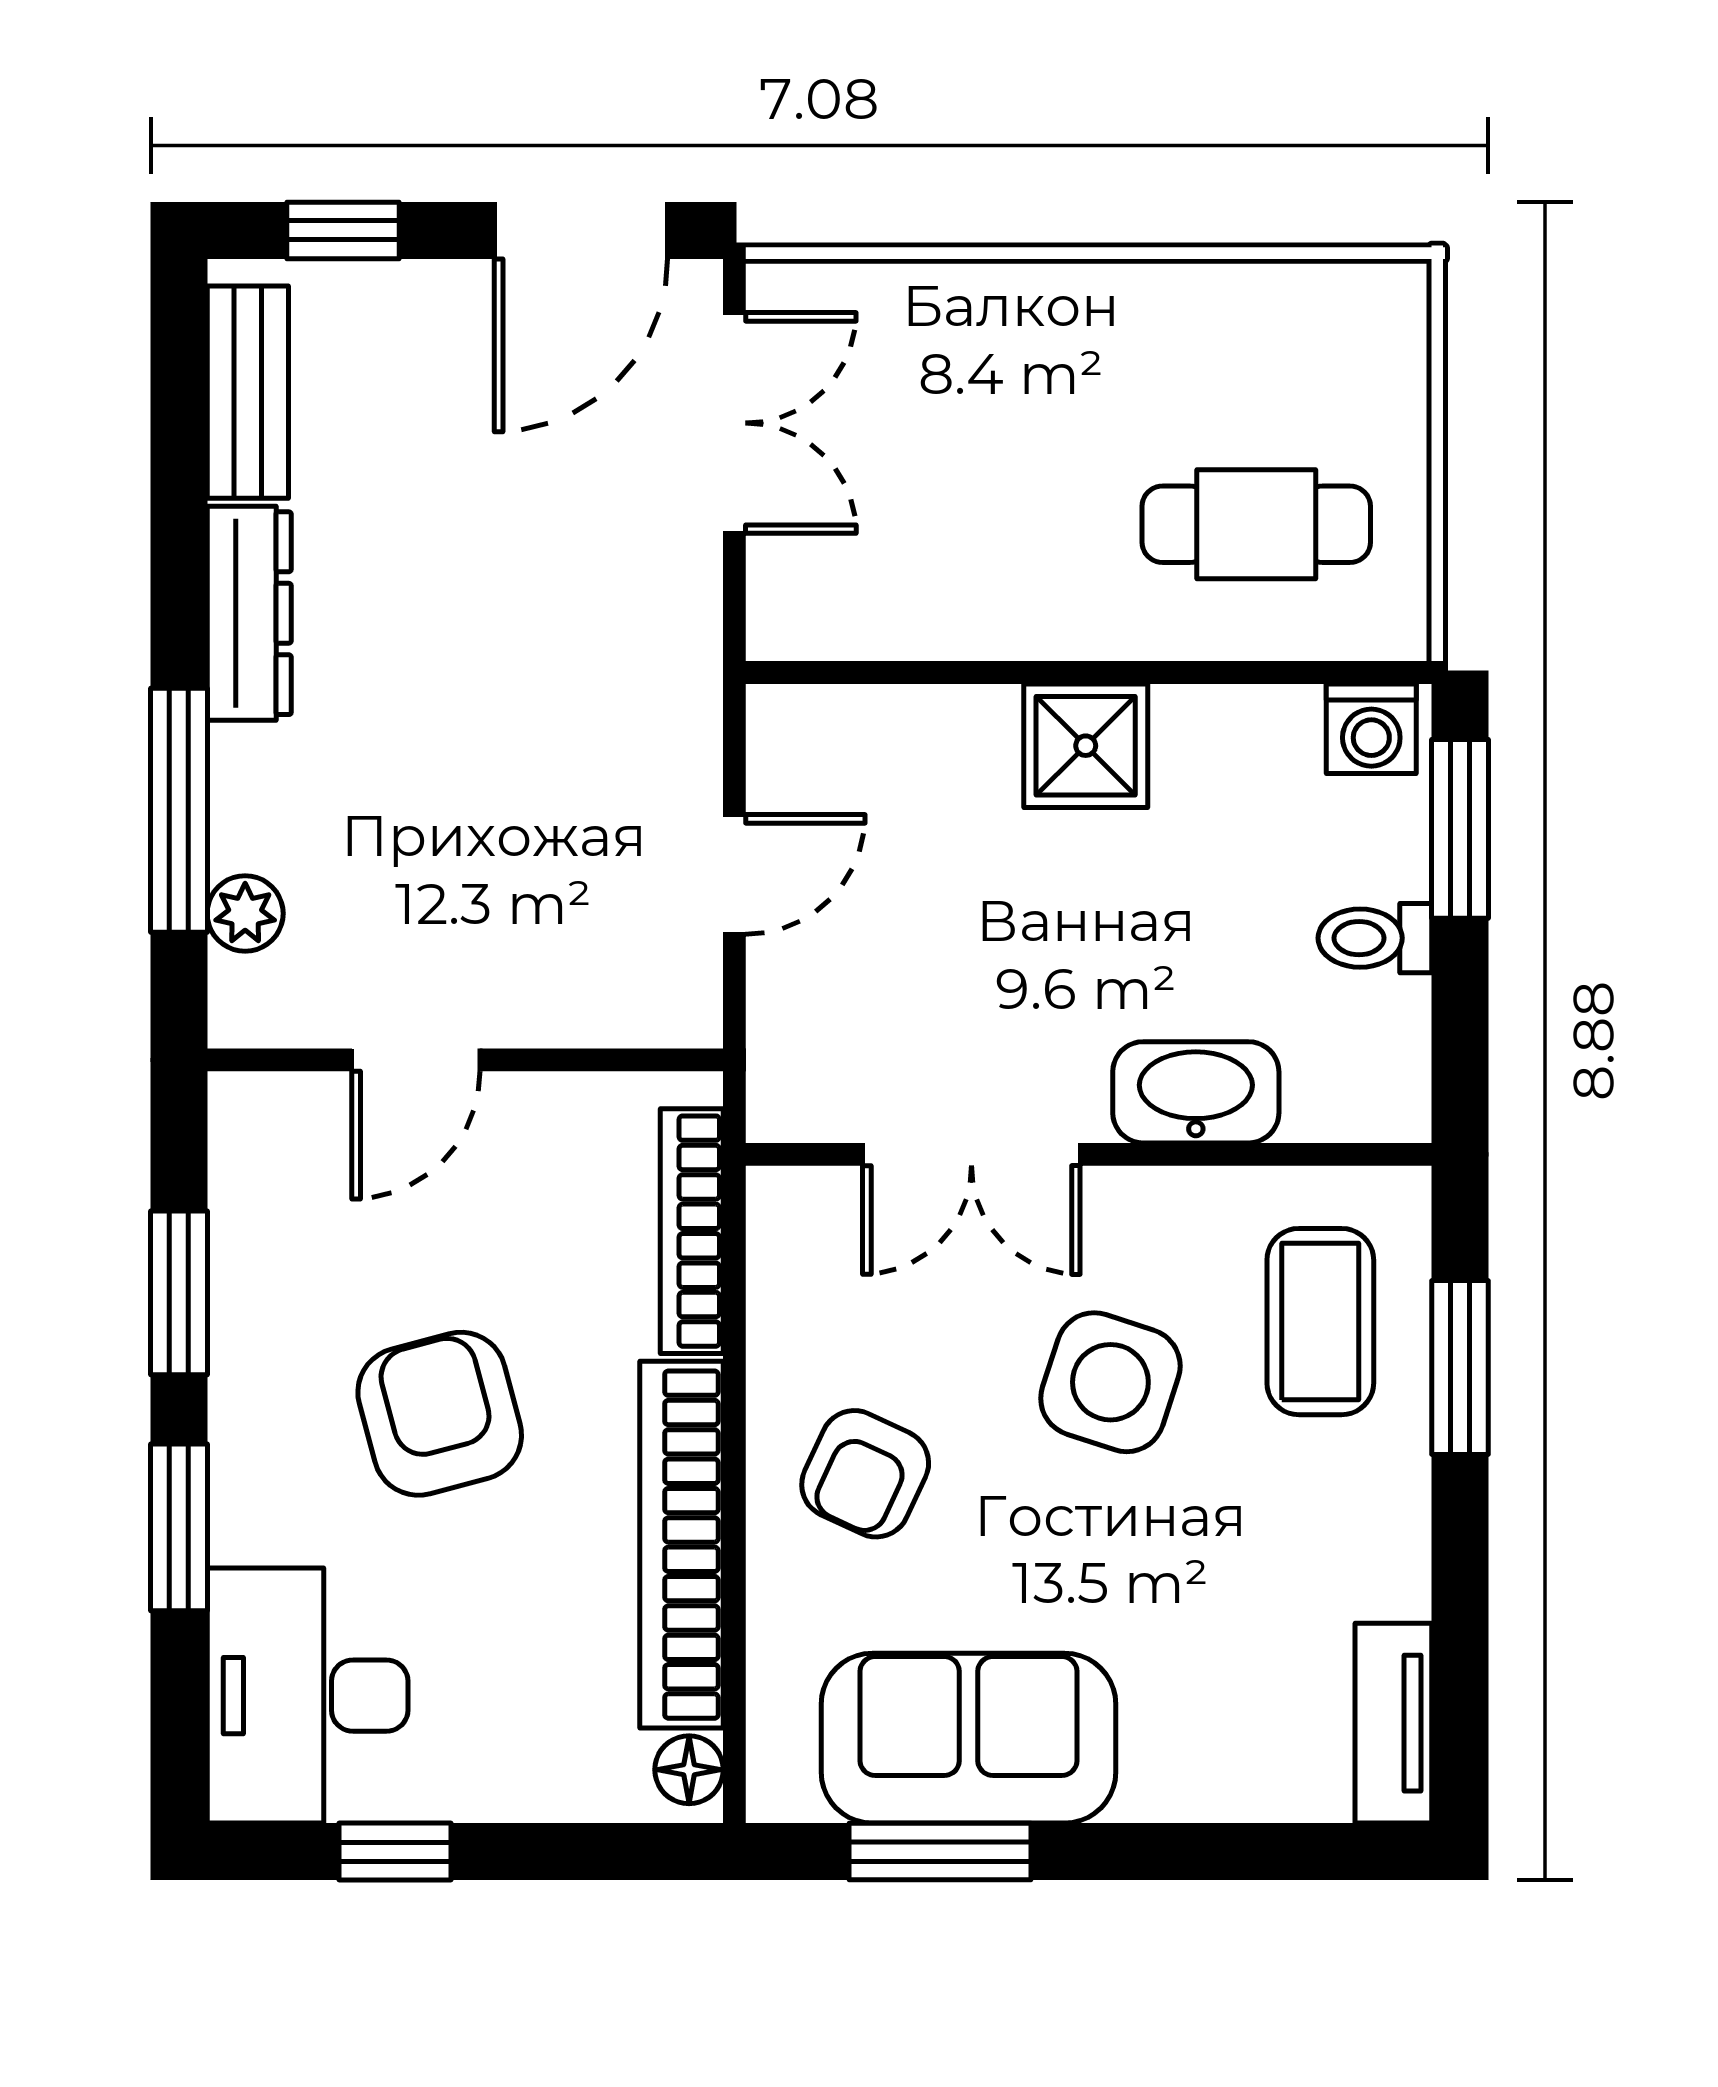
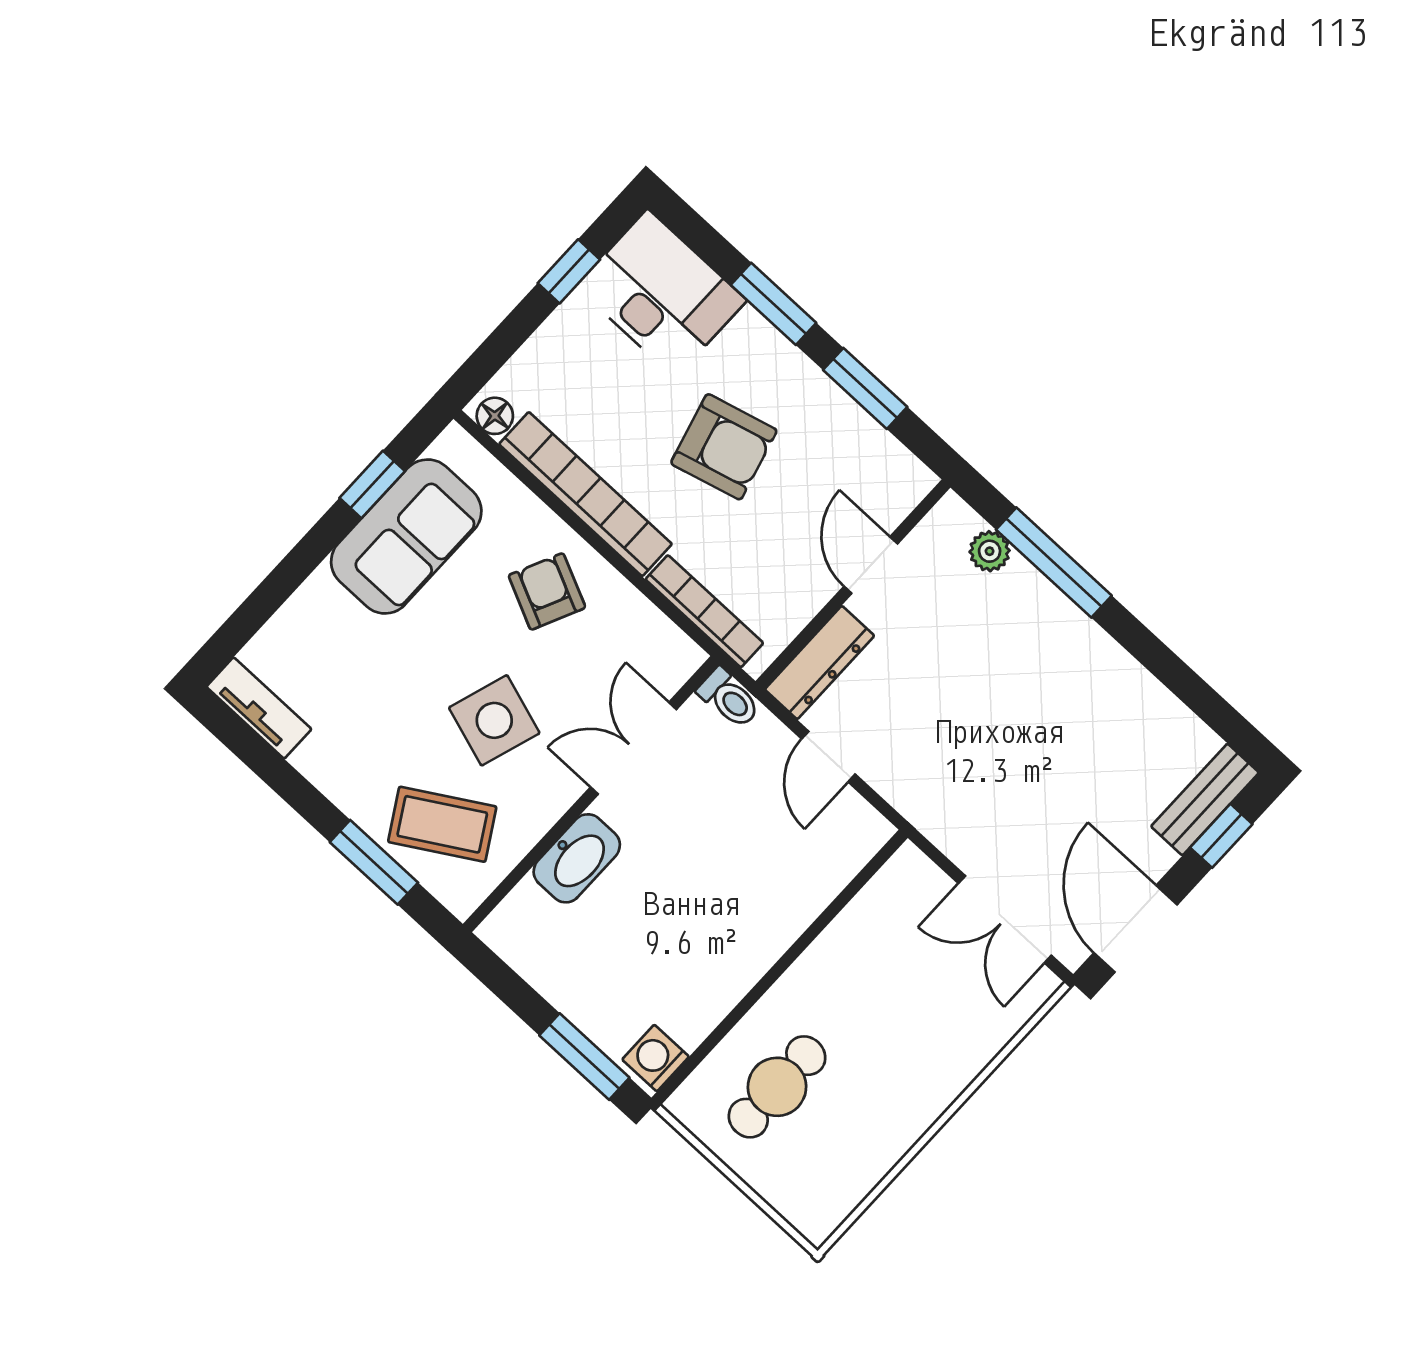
bench: (248, 392) -> (1205, 799), moved, turned 90
dresser: (249, 613) -> (819, 663), moved, turned -90
shower: (1086, 746) -> (752, 940), removed
toilet: (1375, 938) -> (729, 698), moved, turned 90
coffee table: (1320, 1322) -> (442, 824), turned -31
window: (940, 1852) -> (372, 484), width x0.67

